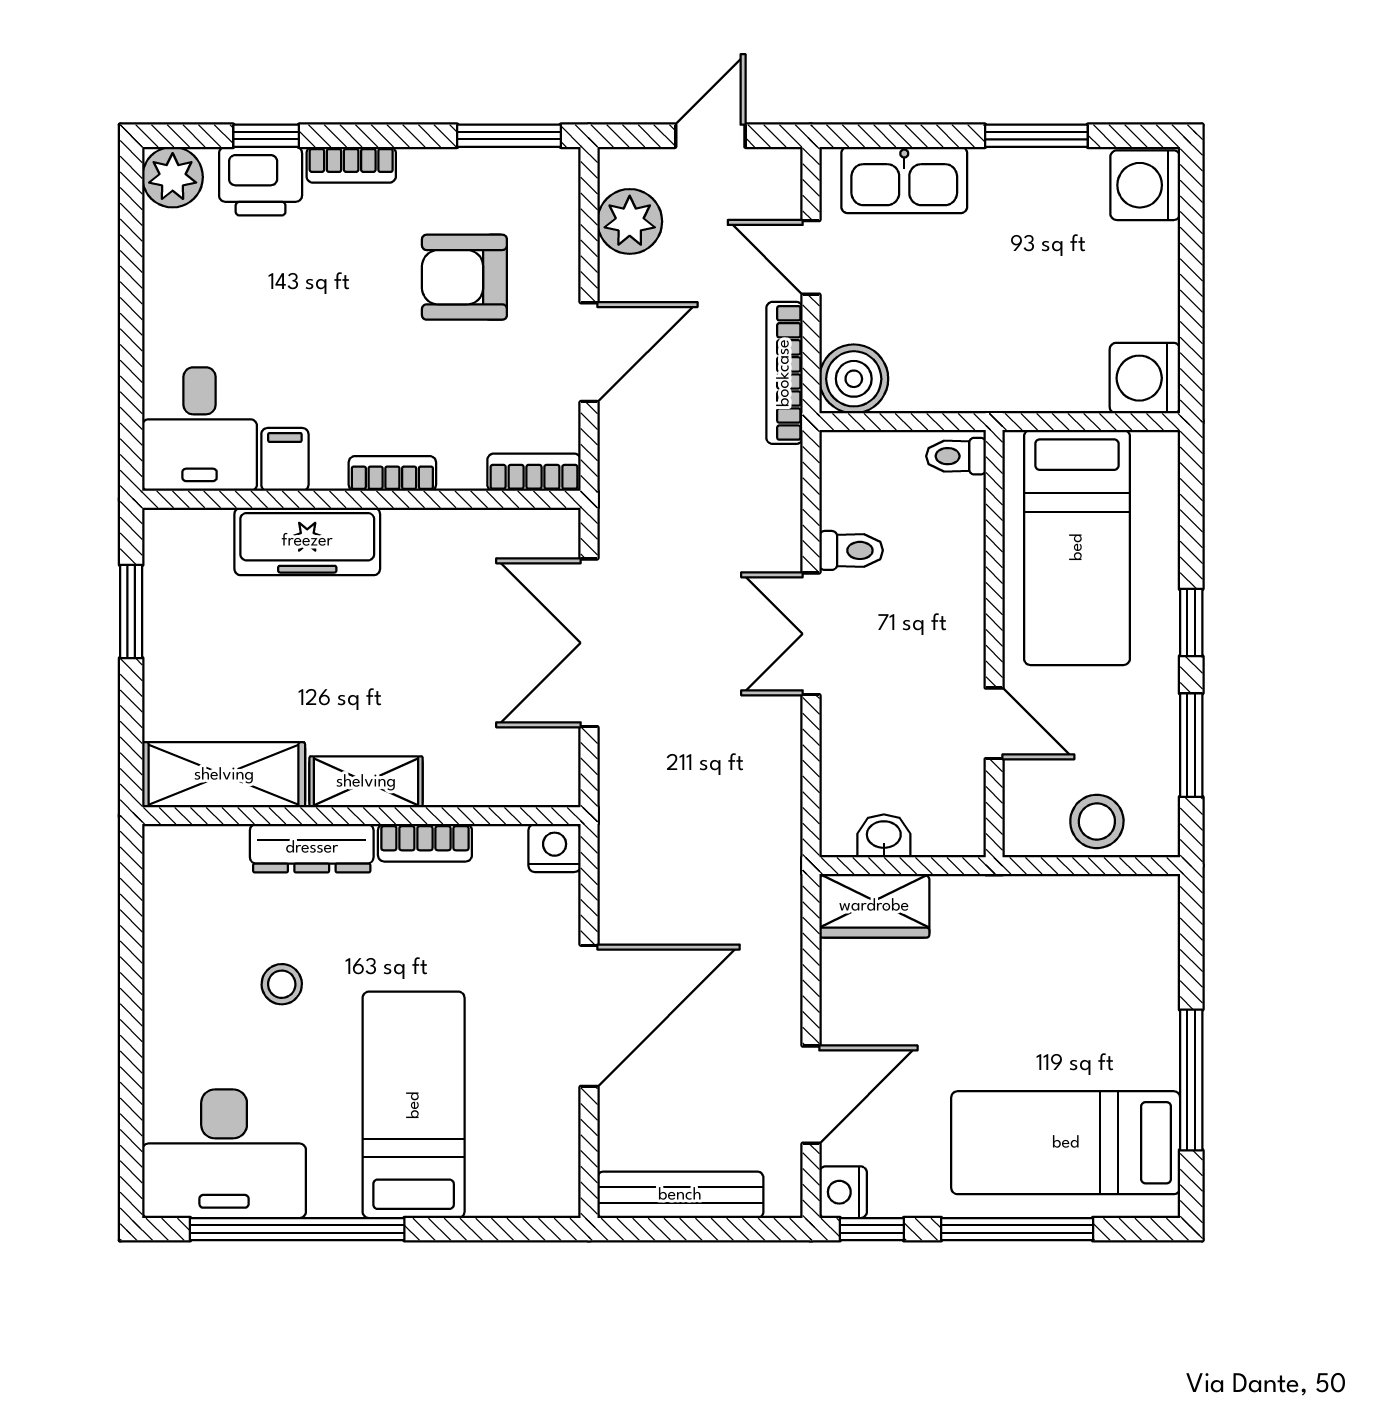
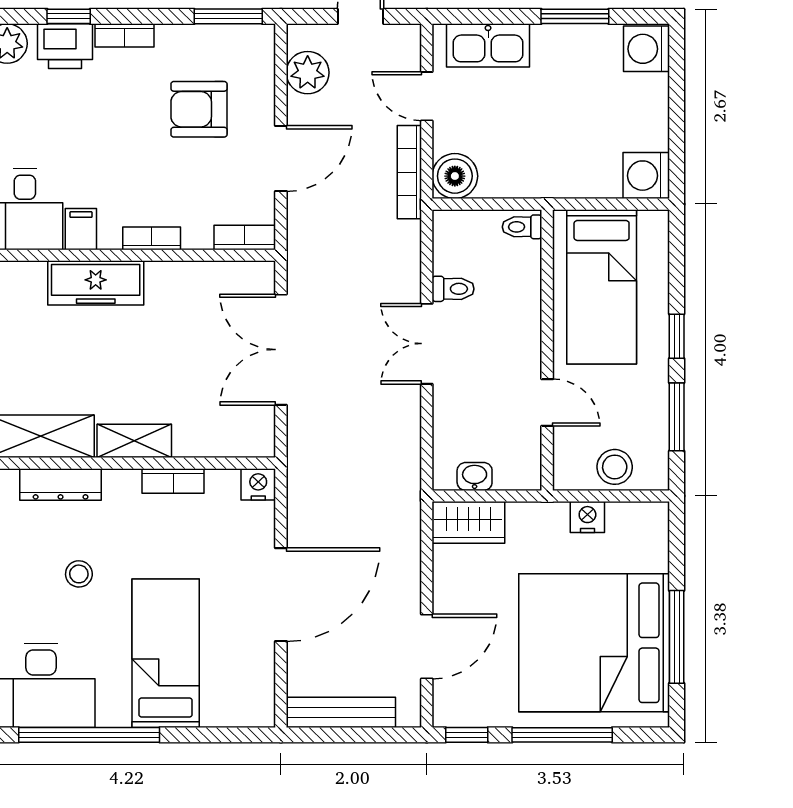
dresser: (312, 848) -> (61, 485), moved
bed: (1066, 1143) -> (594, 643), width x2.04
nightstand: (843, 1192) -> (587, 517), moved, turned 90

